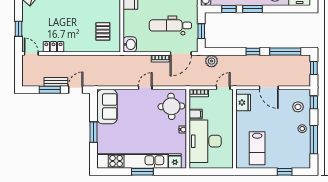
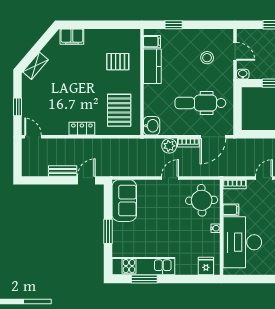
pallet: (103, 31) -> (119, 110), width x1.50, depth x1.42
window: (201, 31) -> (238, 110), removed
locker: (53, 47) -> (82, 129), moved
plant: (212, 61) -> (169, 146), moved
window: (50, 90) -> (55, 180), removed
kitchen unit: (132, 161) -> (143, 266), width x0.73
window: (142, 172) -> (144, 279), moved

